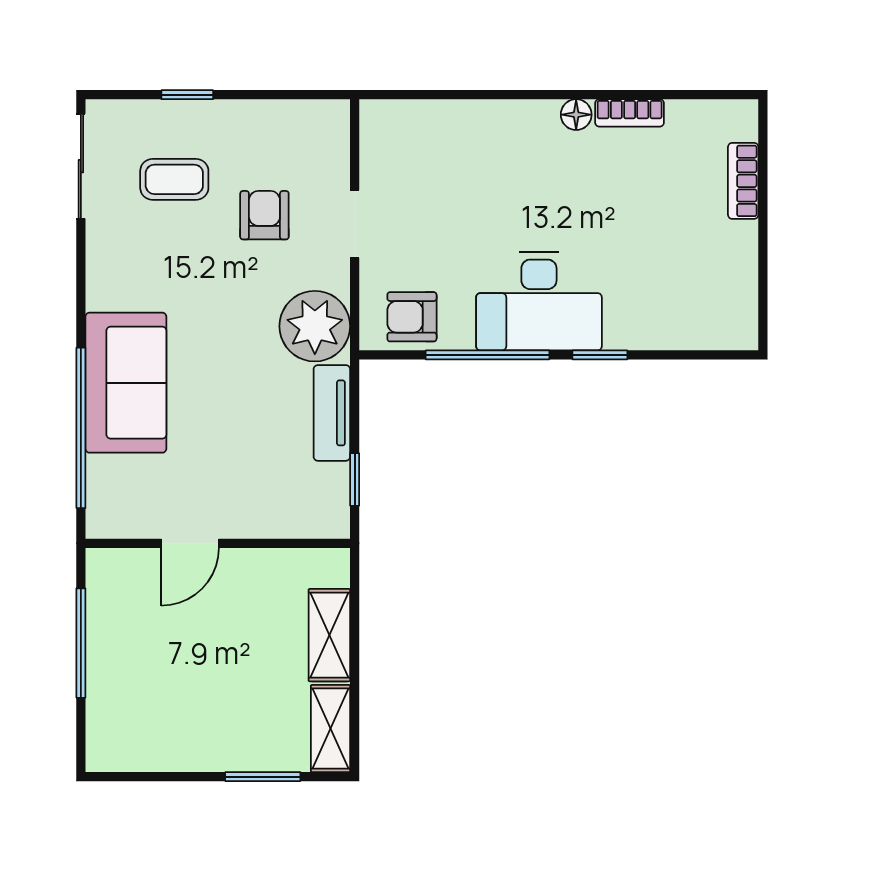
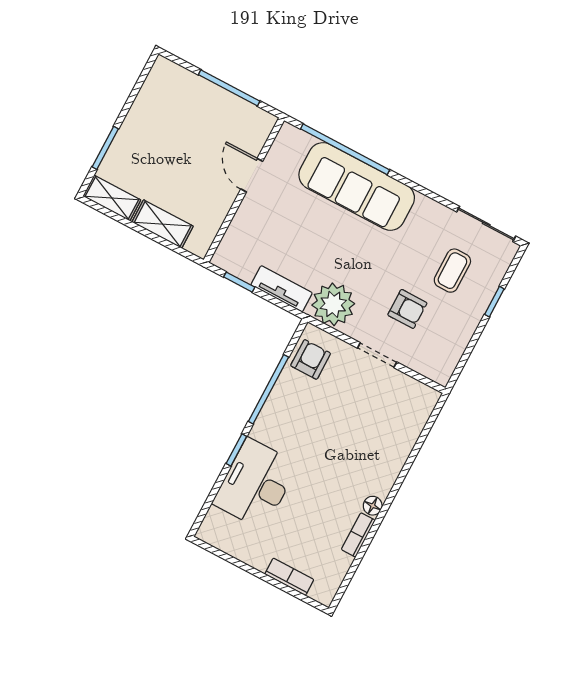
desk: (539, 301) -> (256, 484), moved
sofa: (126, 383) -> (357, 186), width x1.36

